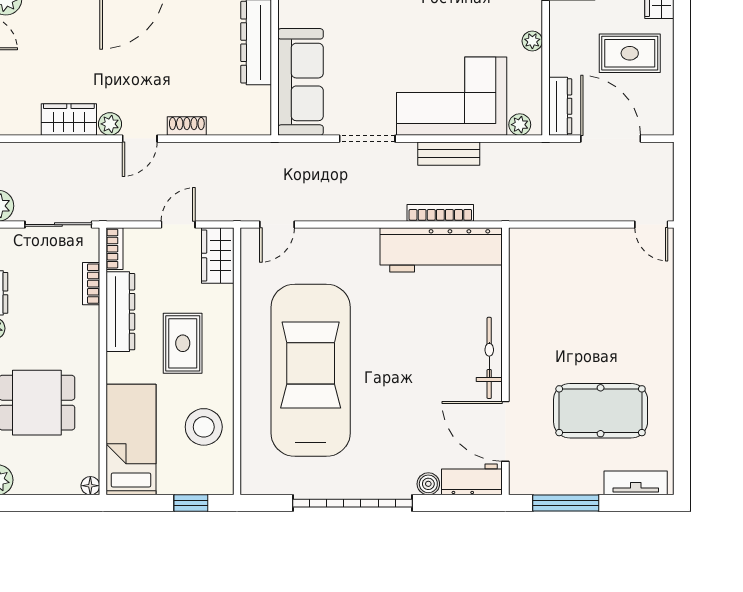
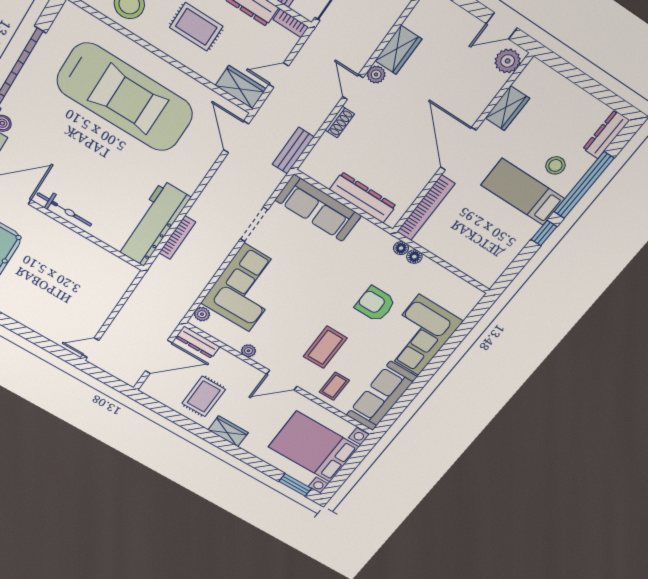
bench: (449, 154) -> (293, 151), moved
door: (178, 225) -> (279, 75), swing flipped
door: (277, 225) -> (236, 137), width x1.38

